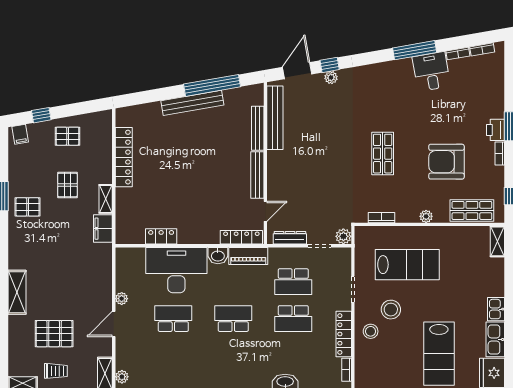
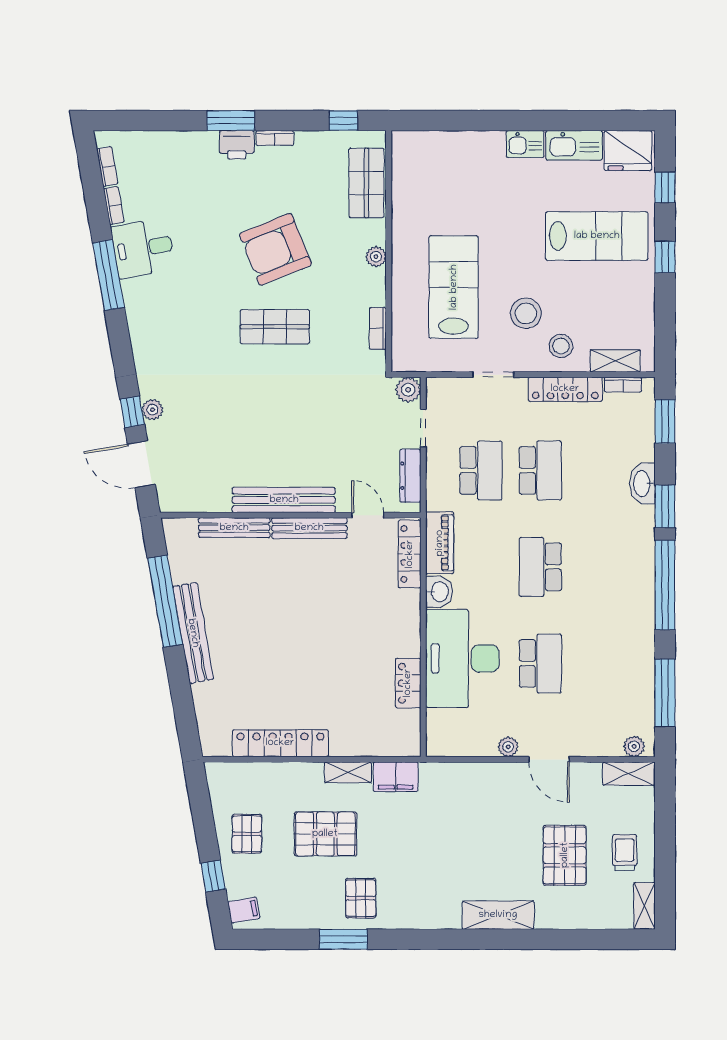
bench: (275, 118) -> (284, 500), moved
armchair: (446, 162) -> (275, 249), moved, turned 68
pallet: (67, 185) -> (325, 834), width x1.50, depth x1.42
shelving: (497, 241) -> (615, 361), moved
school desk: (173, 319) -> (540, 663), turned 180

